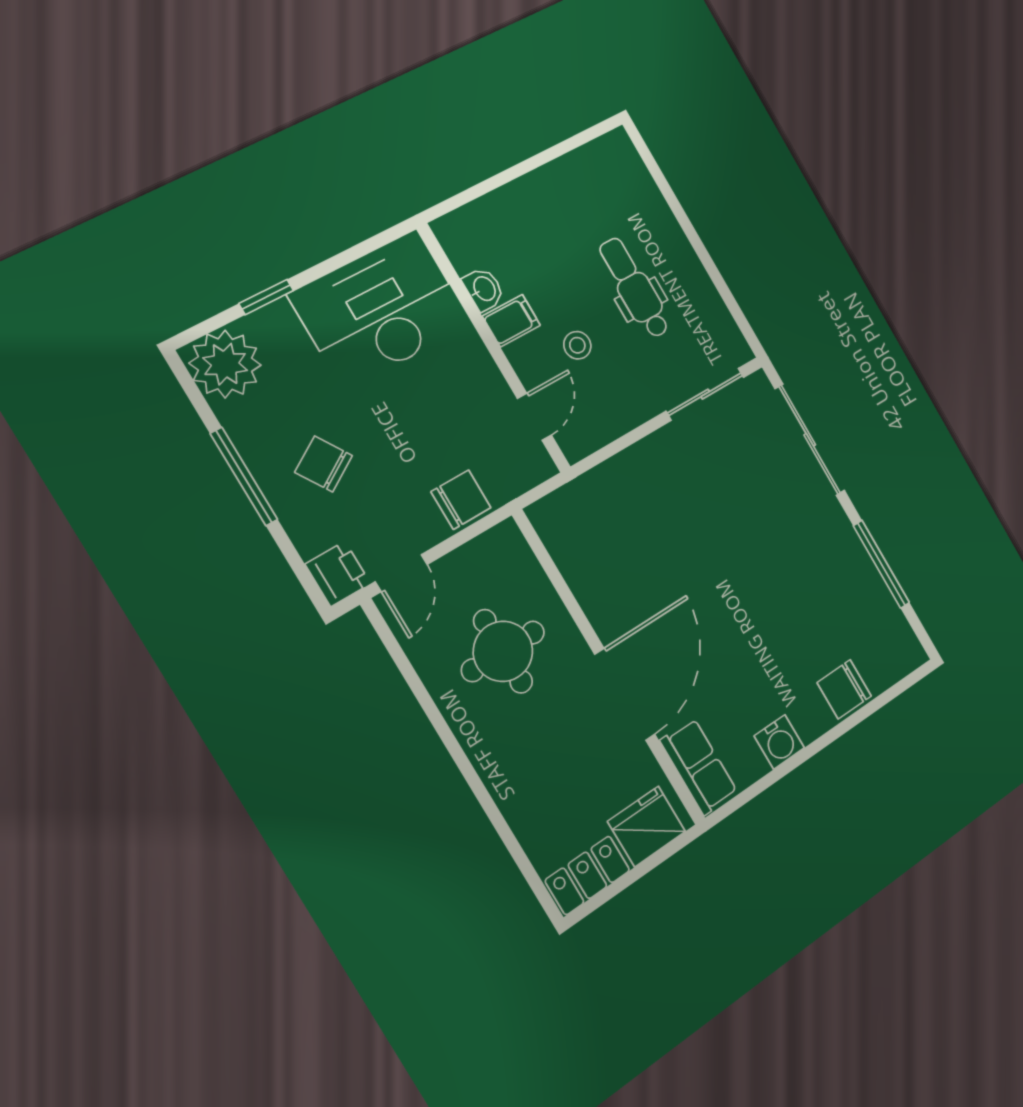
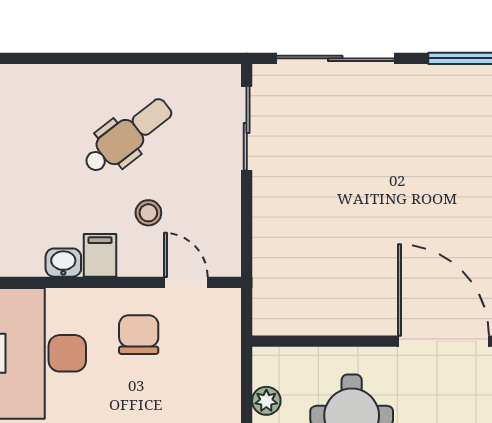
dental chair: (635, 288) -> (128, 136), turned 142
chair: (461, 500) -> (139, 335), moved
plant: (468, 560) -> (266, 401), added

